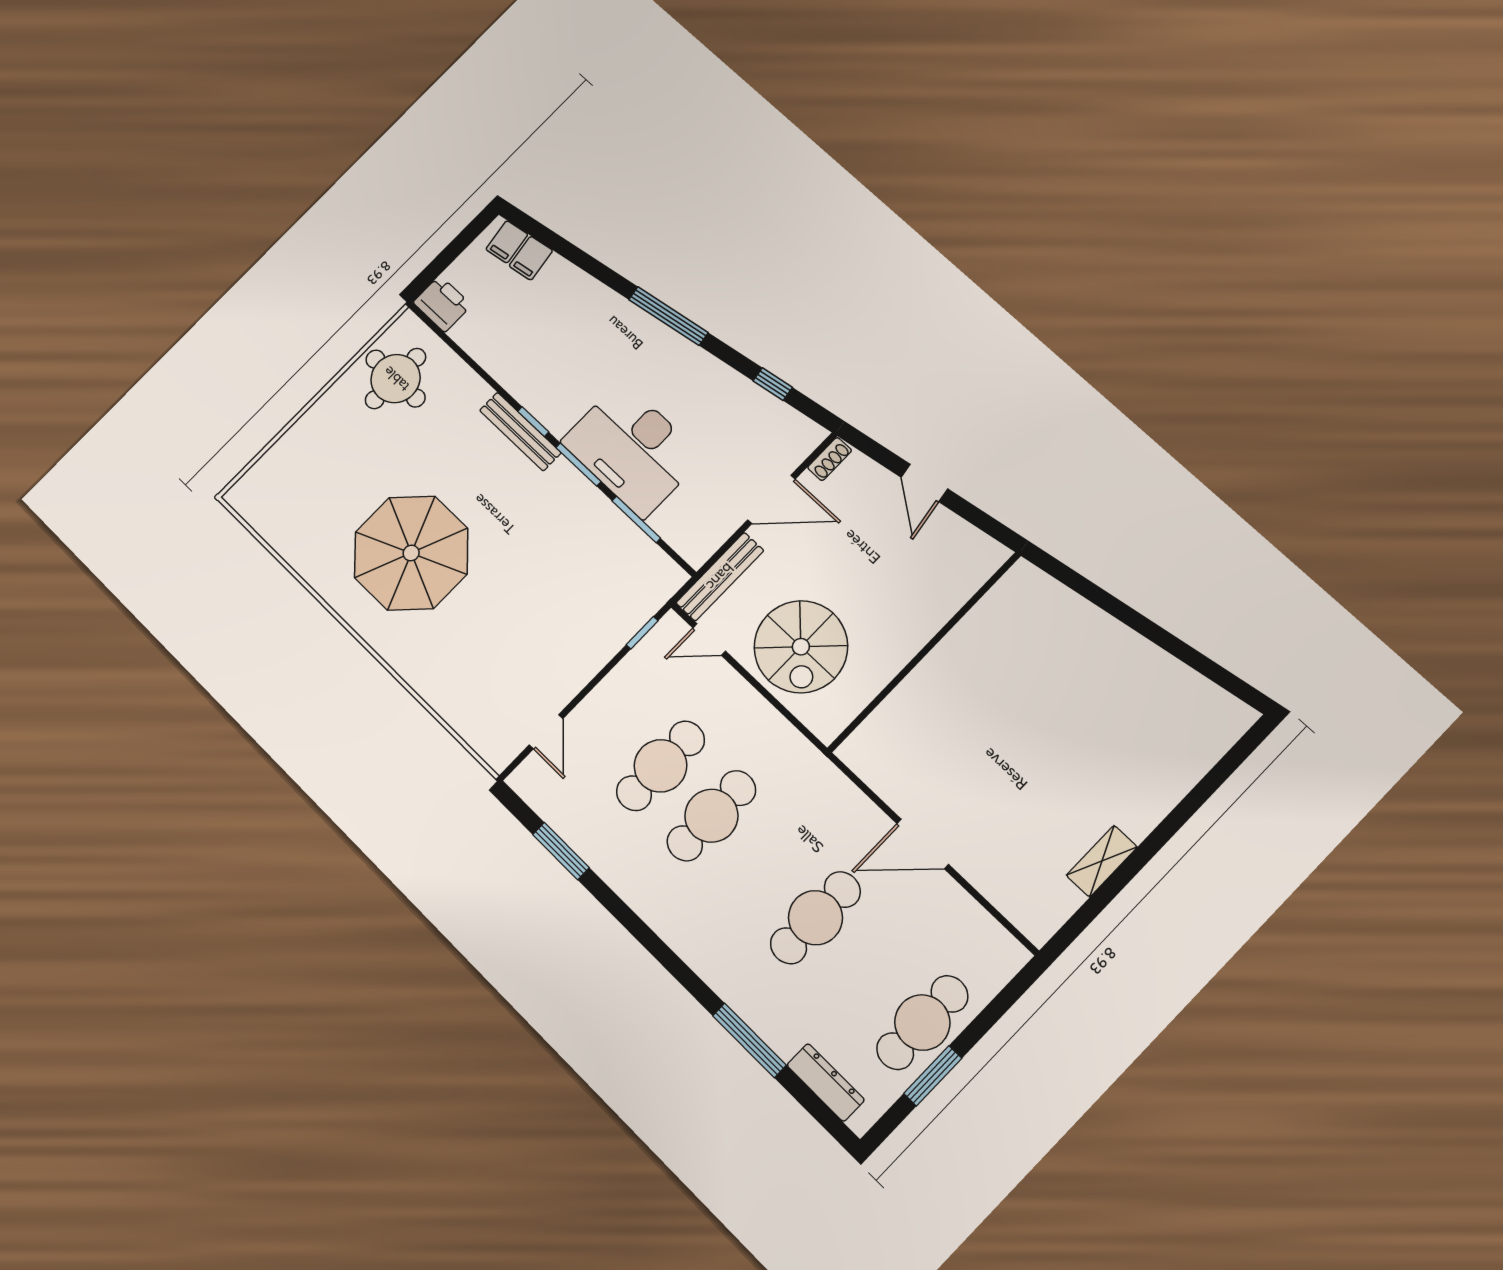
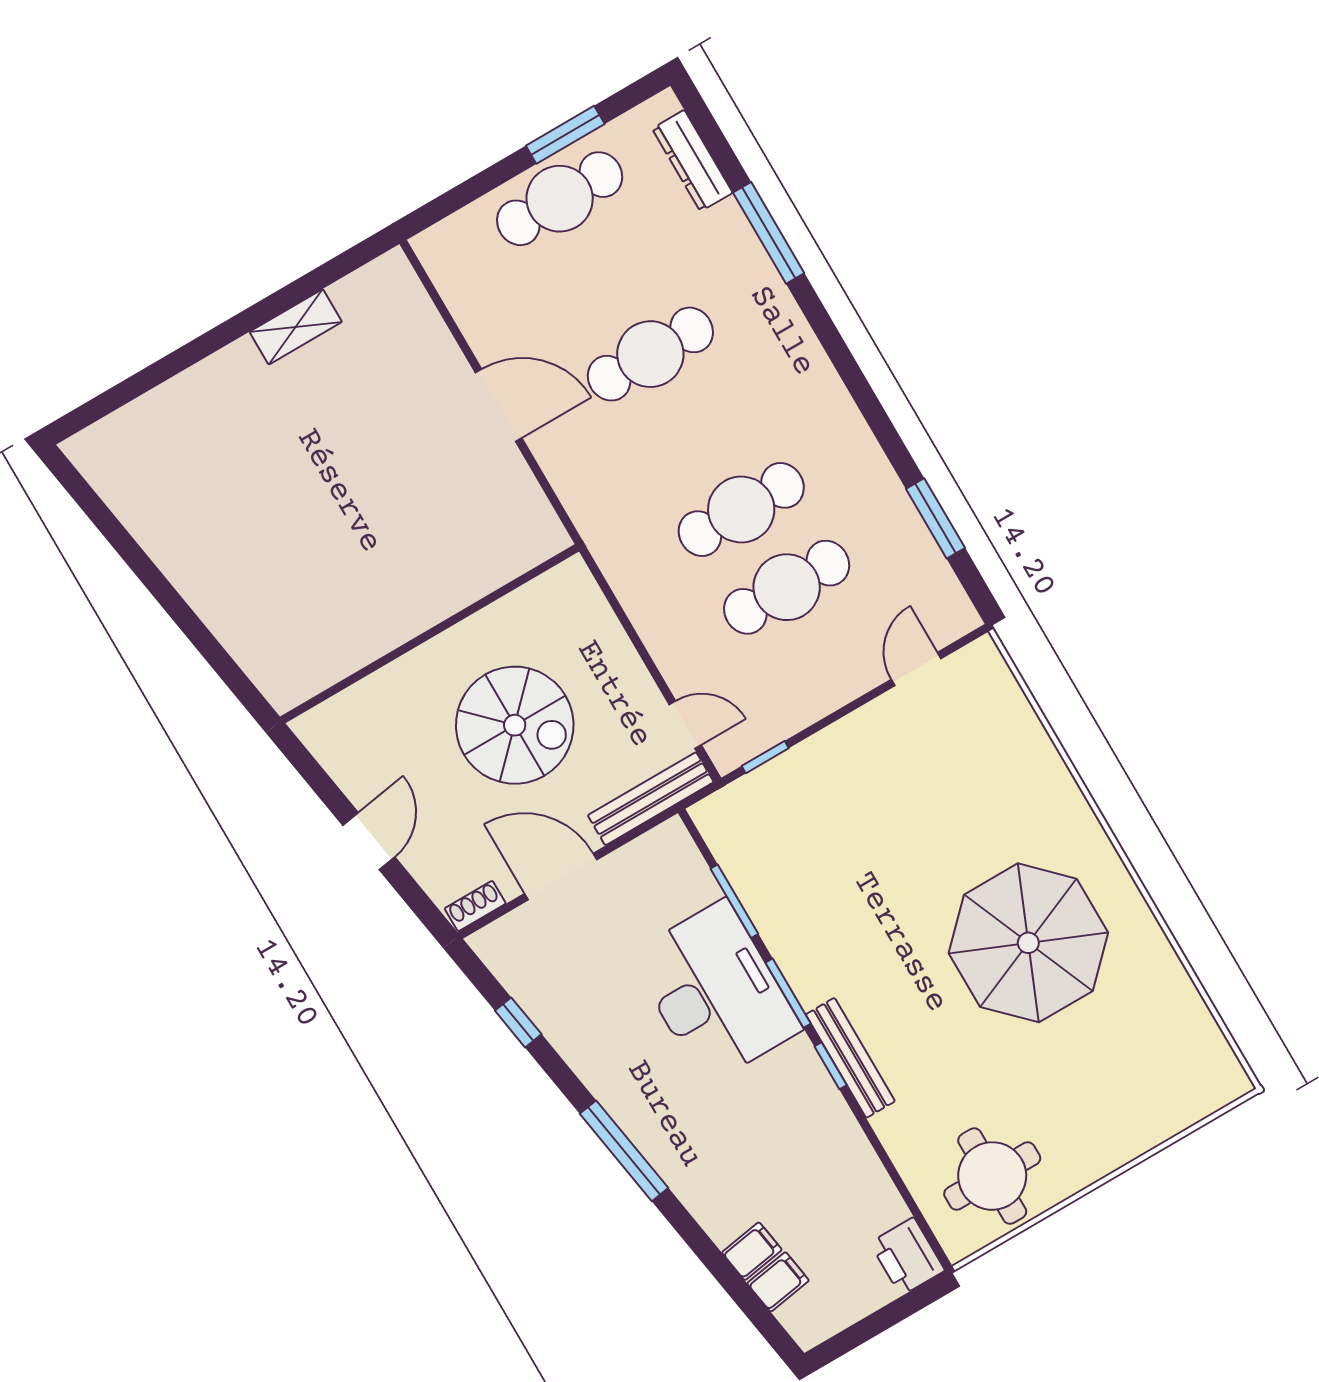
filing cabinet: (507, 242) -> (752, 1251), moved
spiral stairs: (801, 647) -> (515, 725), moved, turned 90

